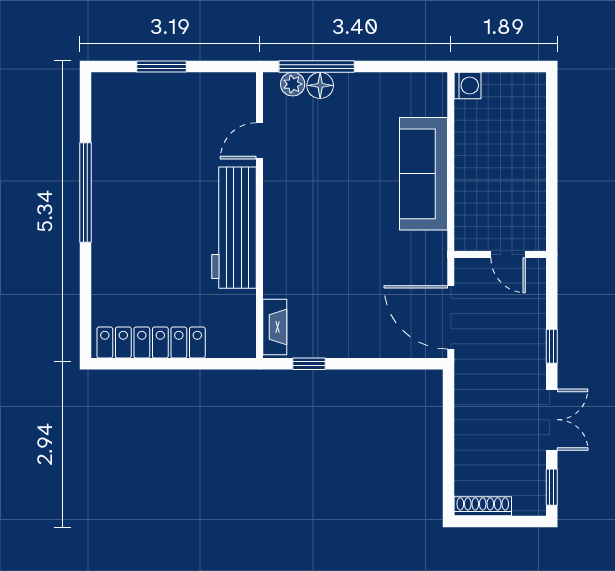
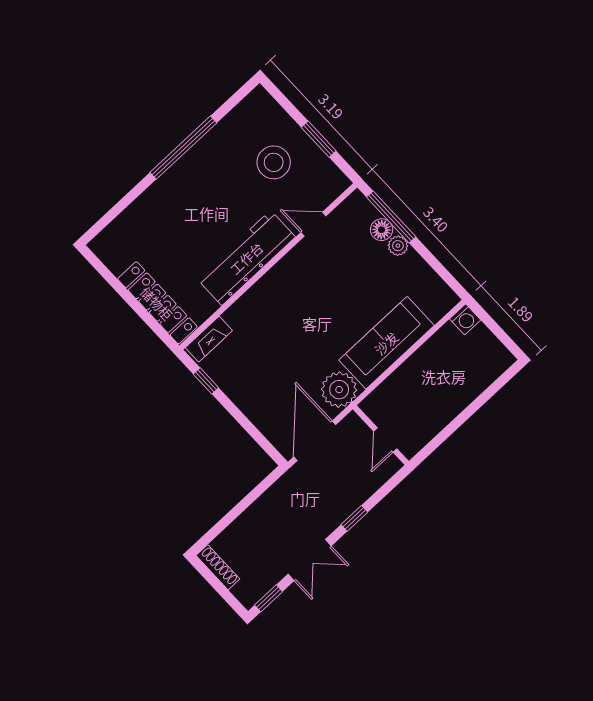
window: (162, 67) -> (319, 139), moved
plant: (293, 84) -> (398, 246), moved
stool: (172, 125) -> (274, 162), added
plant: (426, 254) -> (339, 390), added
locker: (151, 343) -> (157, 303), moved

